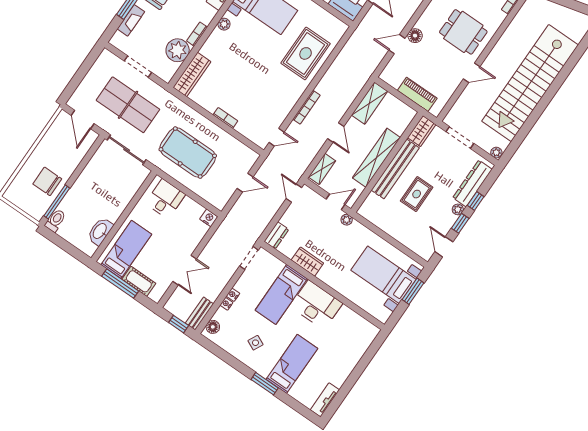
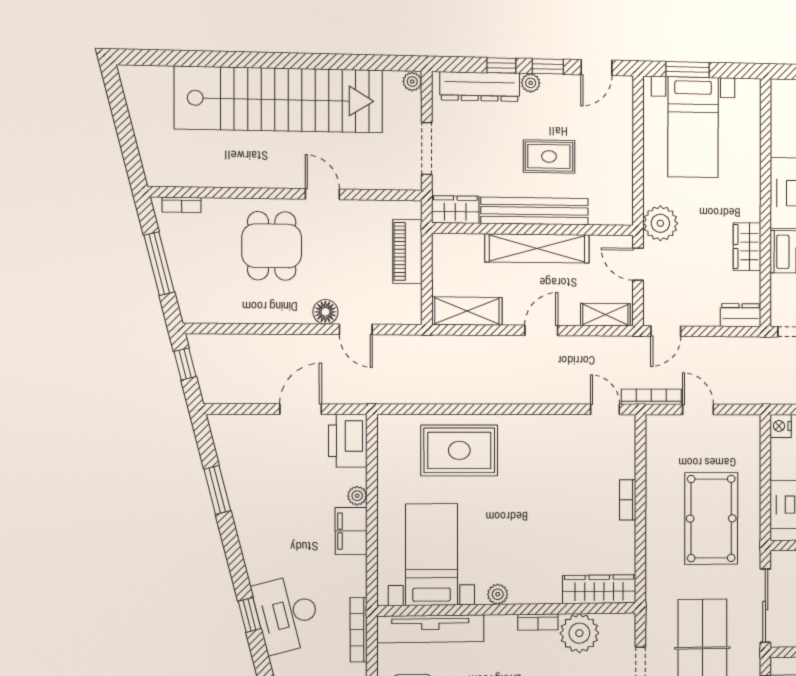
bookcase: (306, 107) -> (651, 397), moved
plant: (347, 220) -> (660, 223), width x1.88, depth x1.88

